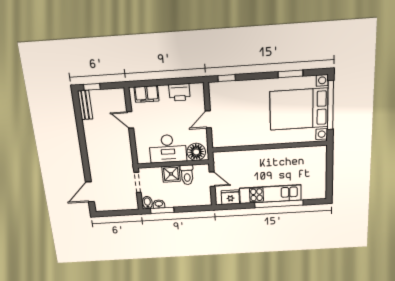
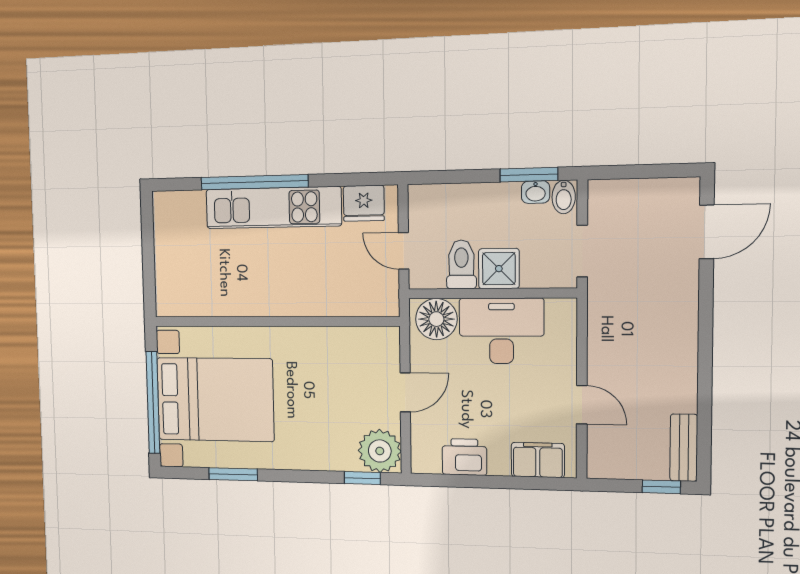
plant: (219, 92) -> (380, 451), added

